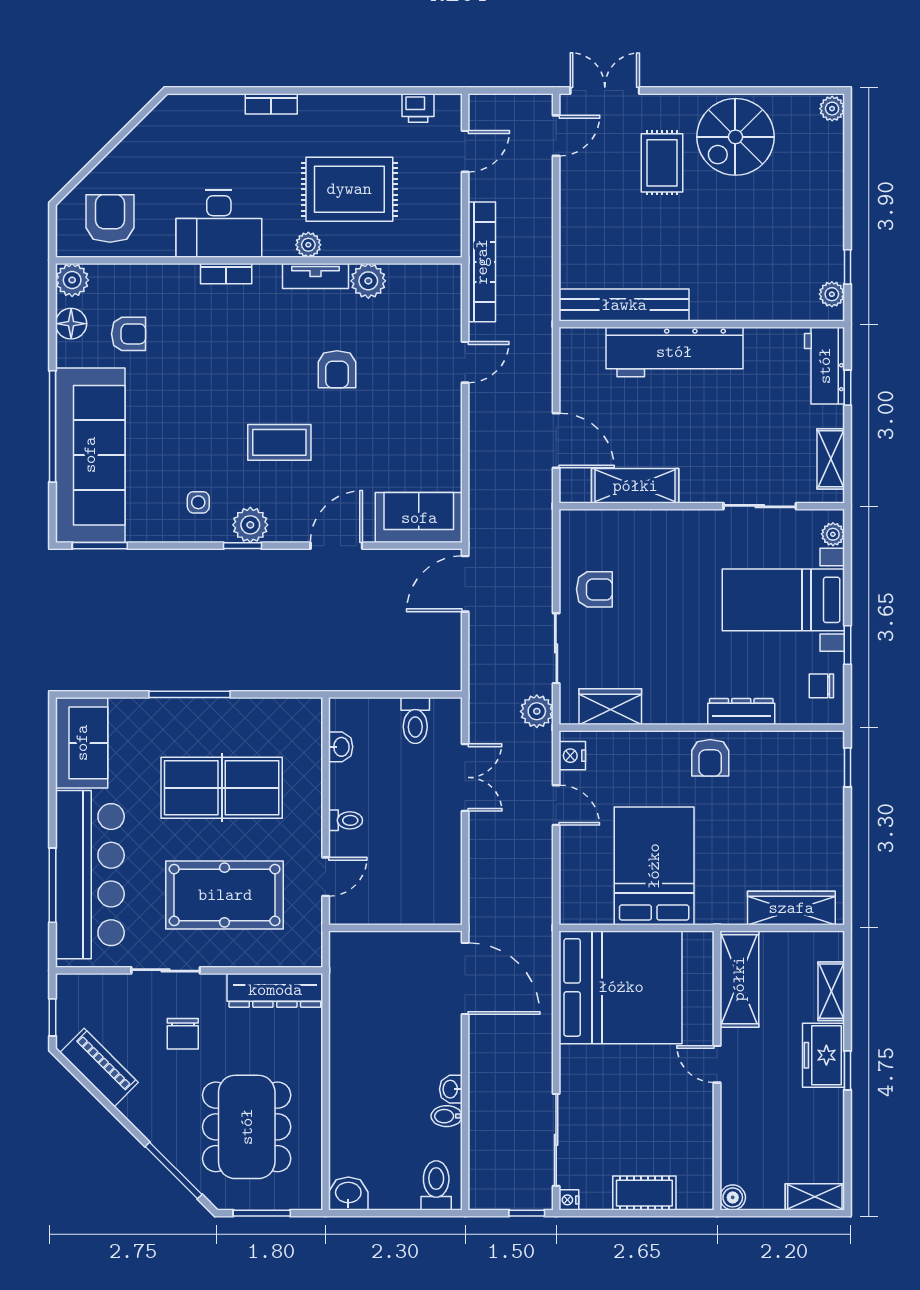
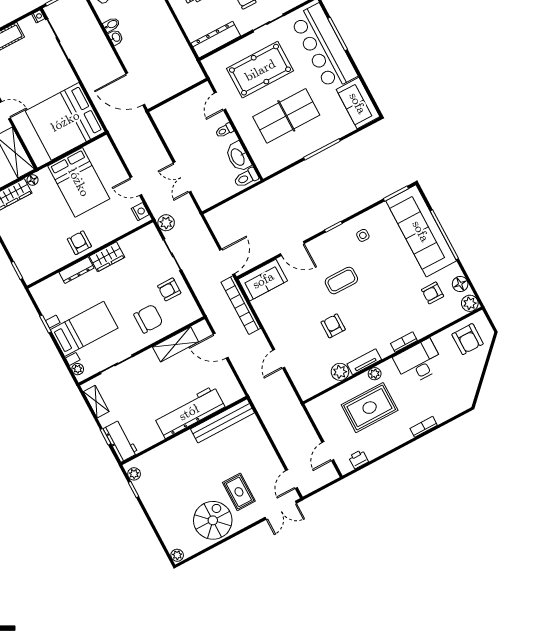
bookcase: (482, 262) -> (241, 305), moved
plant: (250, 525) -> (335, 238), removed
door: (336, 546) -> (292, 249), hinge flipped
chair: (821, 686) -> (148, 319), moved, width x1.87, depth x1.87
wardrobe: (610, 707) -> (107, 257), moved
toilet: (415, 720) -> (246, 178), moved, turned -90
washbasin: (341, 747) -> (238, 157), width x1.91, depth x1.45
floor lamp: (734, 914) -> (33, 180), added

